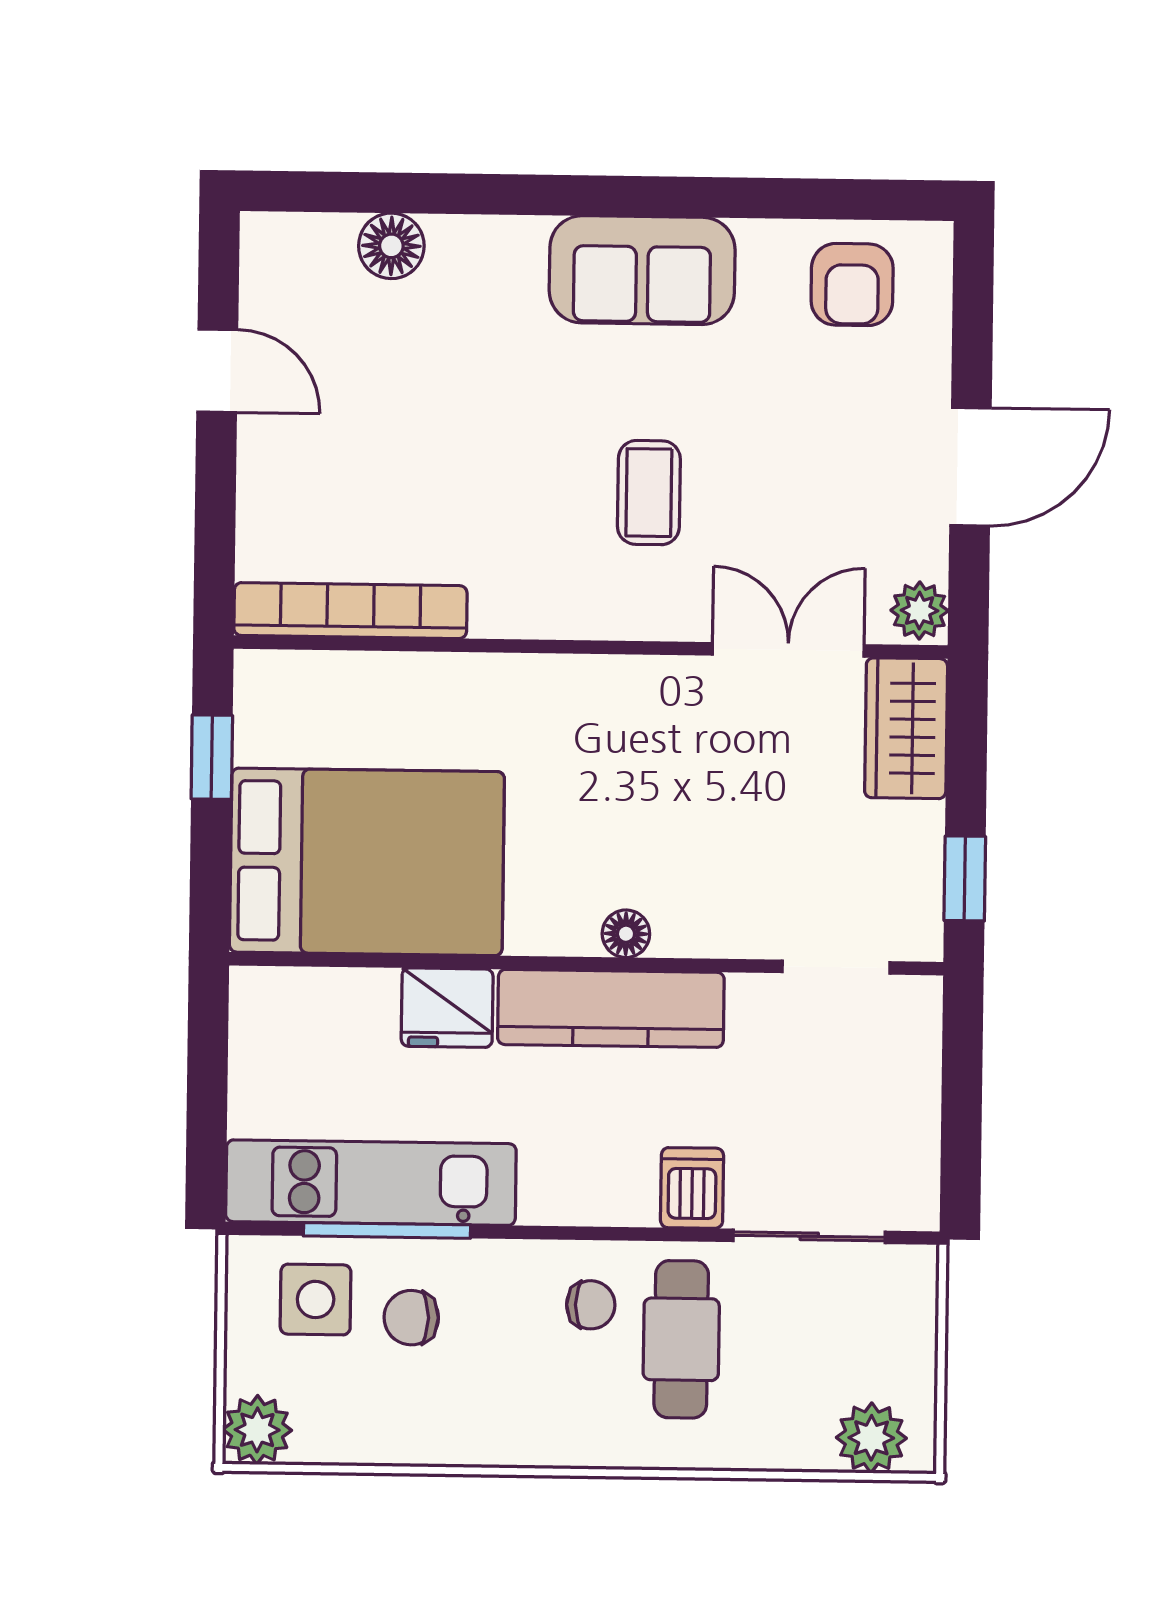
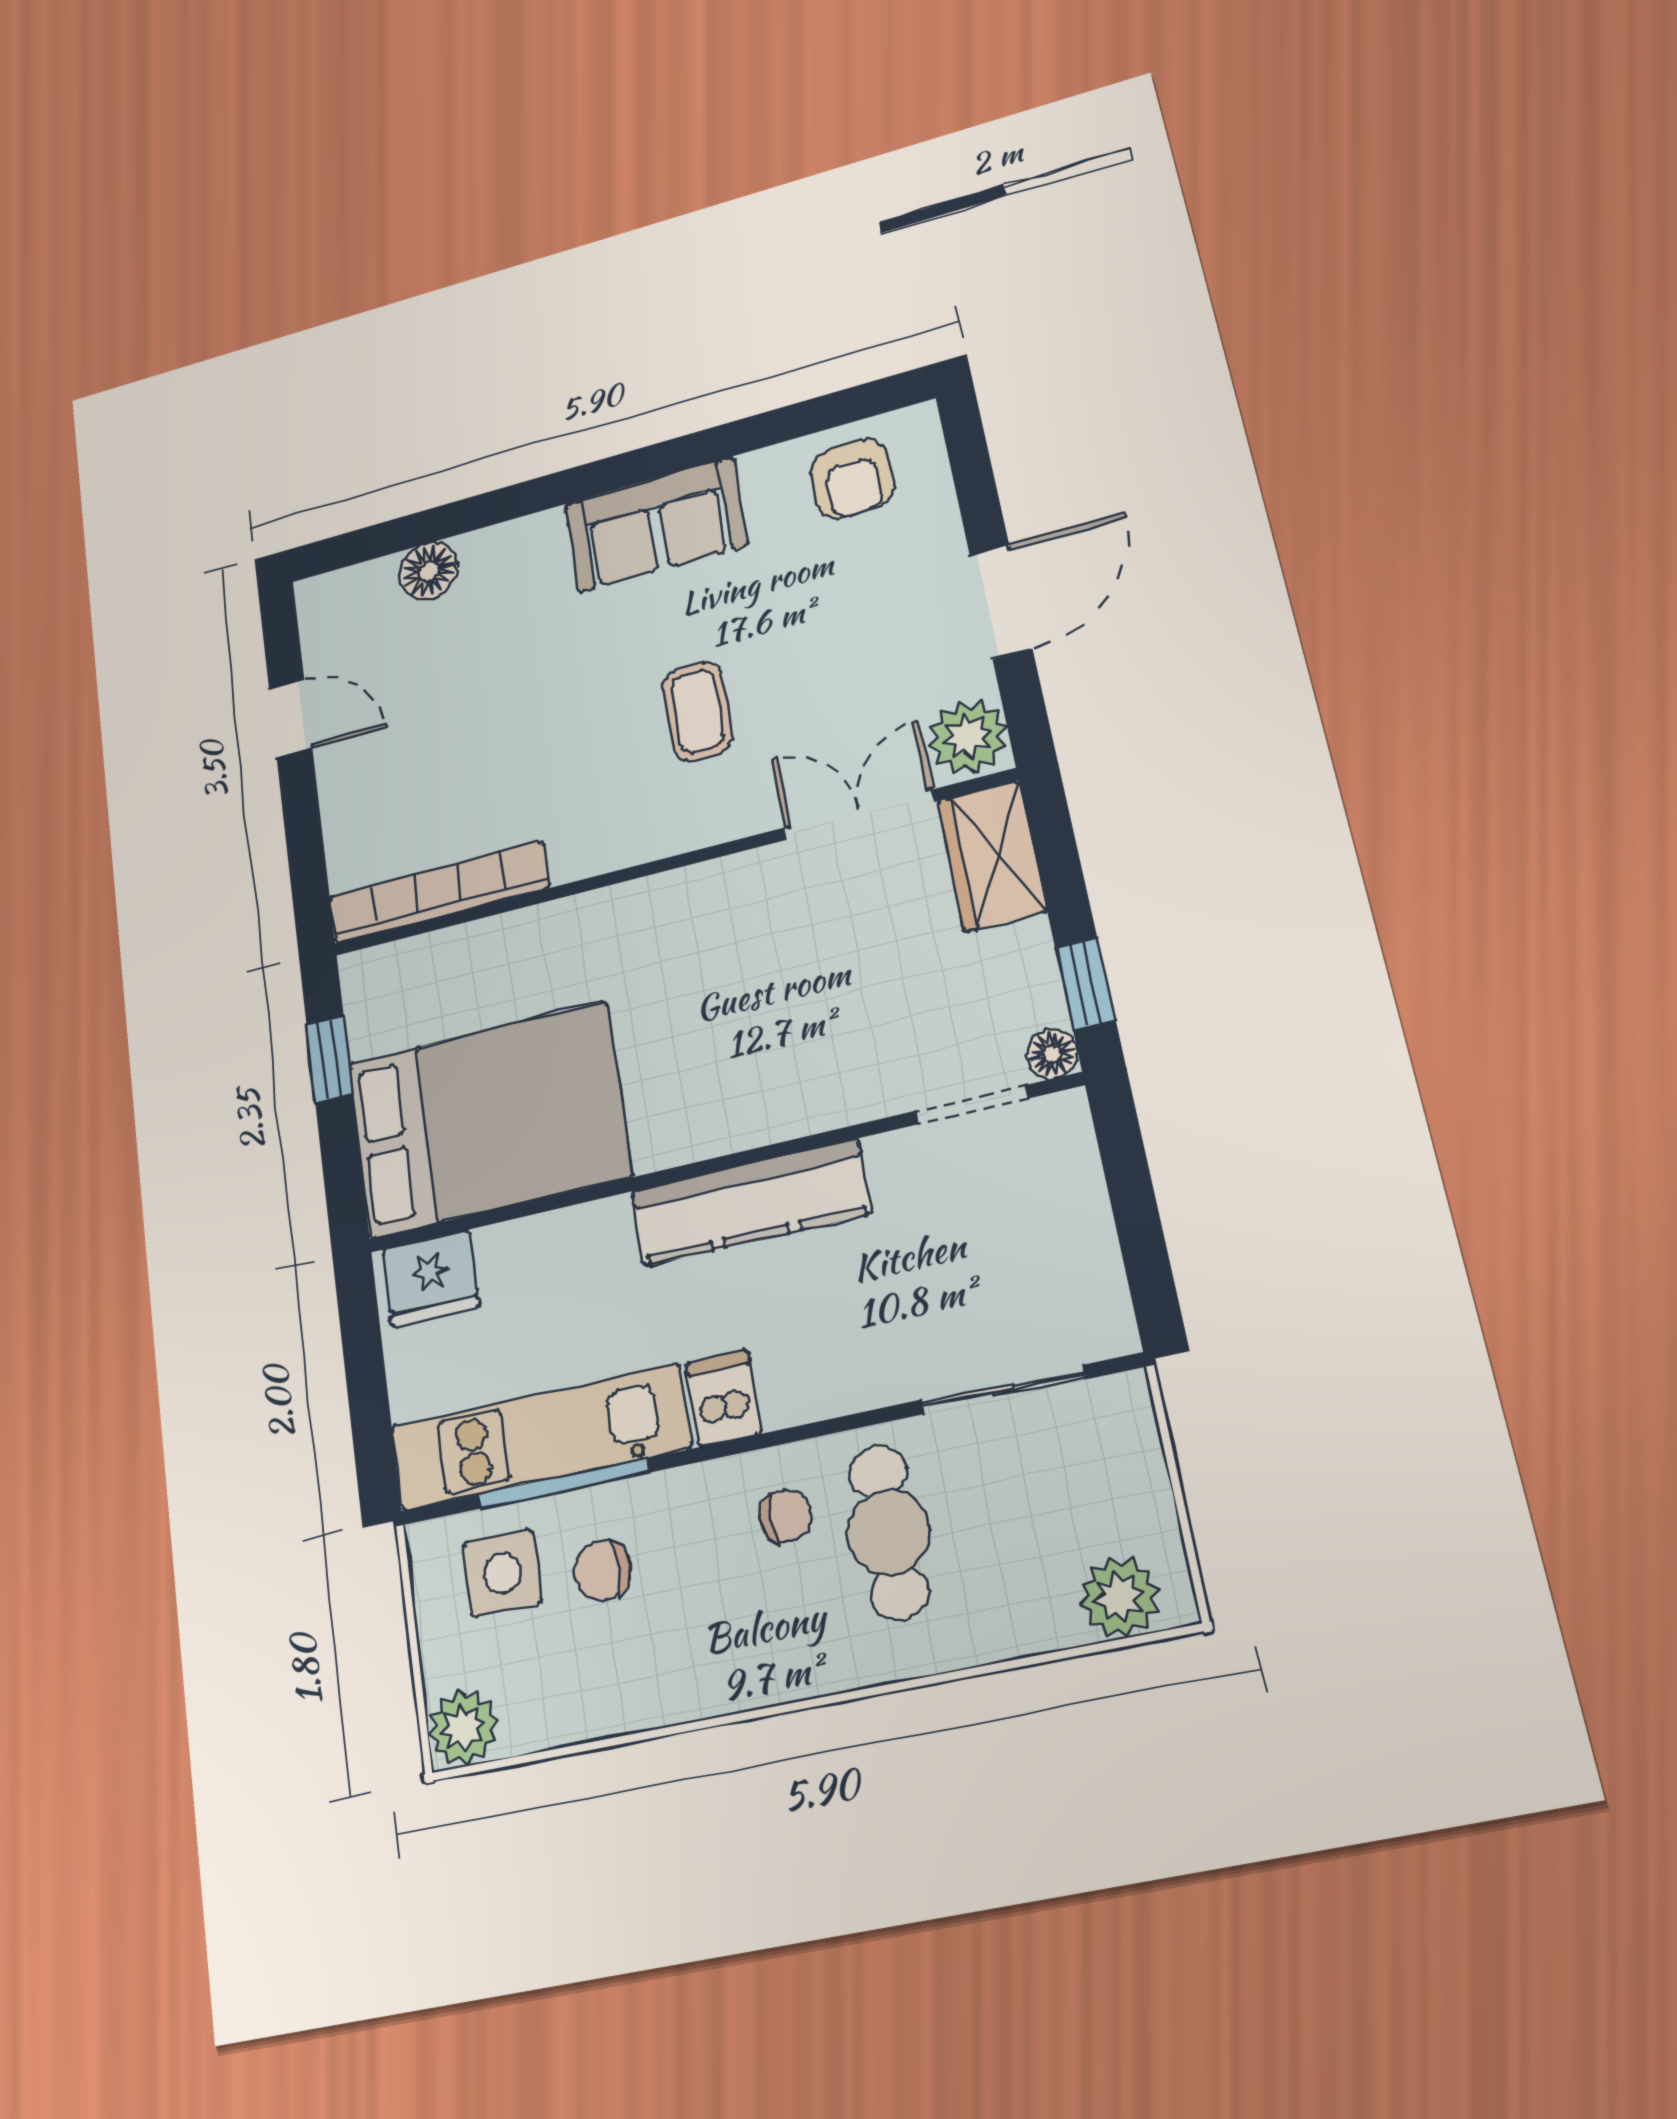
plant: (919, 611) -> (968, 737), width x1.38, depth x1.38
floor lamp: (626, 934) -> (1052, 1054), moved
fridge: (447, 1008) -> (431, 1278), moved
dishwasher: (692, 1188) -> (724, 1398), moved

